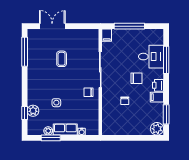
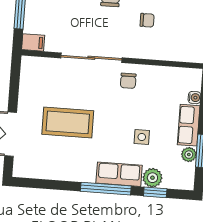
window: (25, 52) -> (106, 189), moved
coffee table: (62, 59) -> (68, 122), width x1.86, depth x1.72
row of seats: (34, 91) -> (119, 174), added

